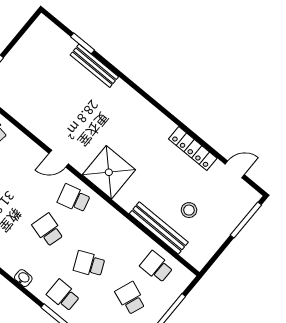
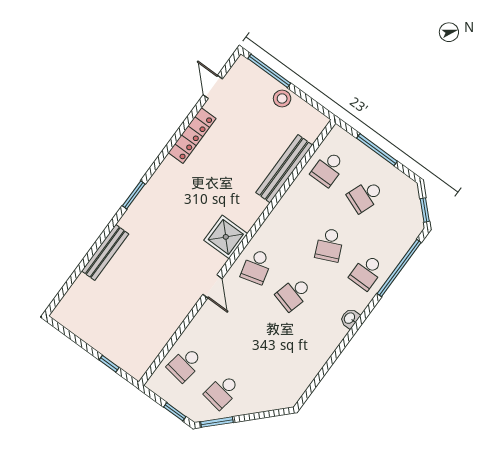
window: (83, 43) -> (134, 195), moved
shower: (109, 172) -> (226, 237), width x0.73, depth x0.73
stool: (189, 210) -> (282, 98), moved

